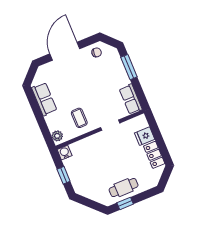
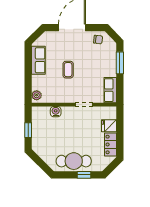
coffee table: (79, 118) -> (68, 70), moved
water cooler: (65, 153) -> (56, 112), moved
cafe table: (124, 188) -> (74, 161), width x1.37, depth x1.35
window: (125, 203) -> (84, 175), moved

